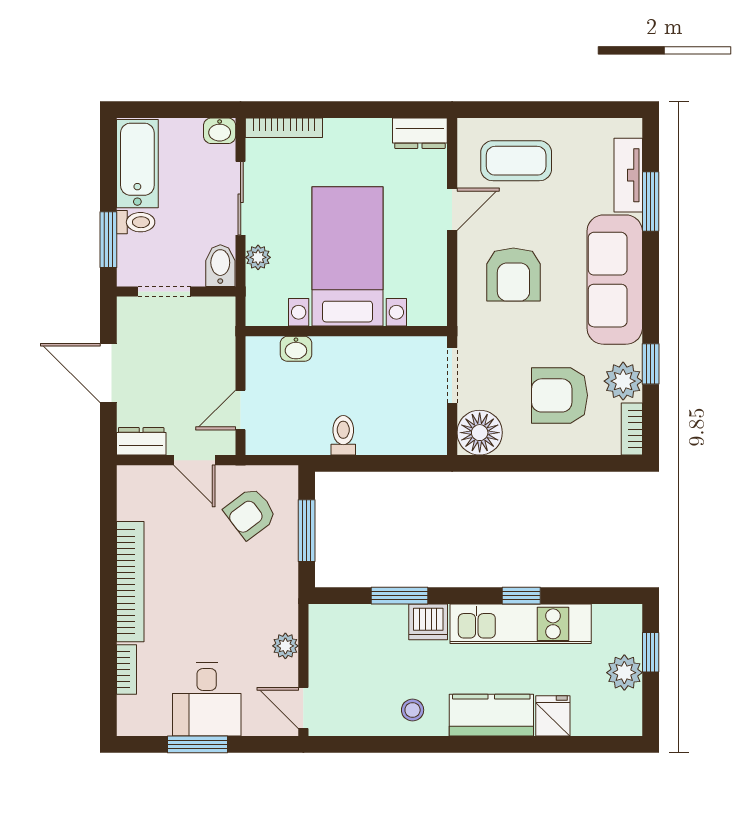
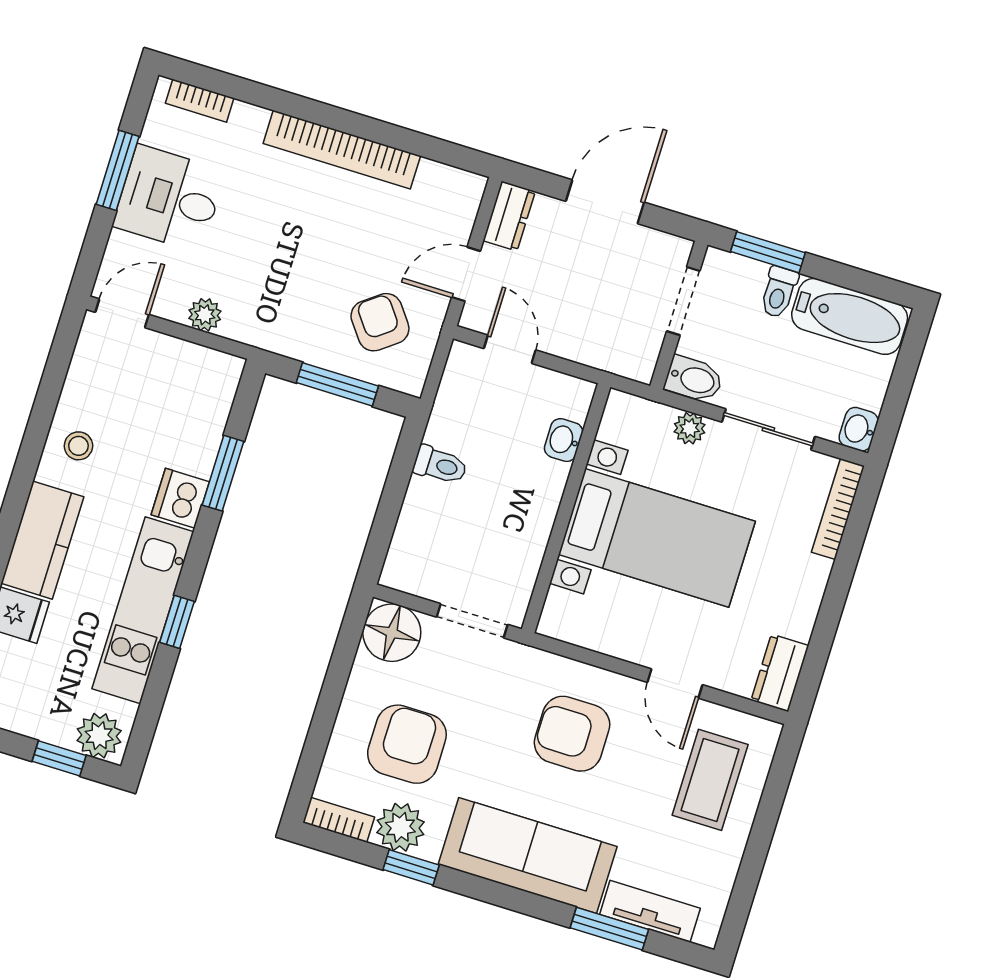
bookcase: (127, 670) -> (200, 101), moved
plant: (624, 673) -> (99, 736), moved

